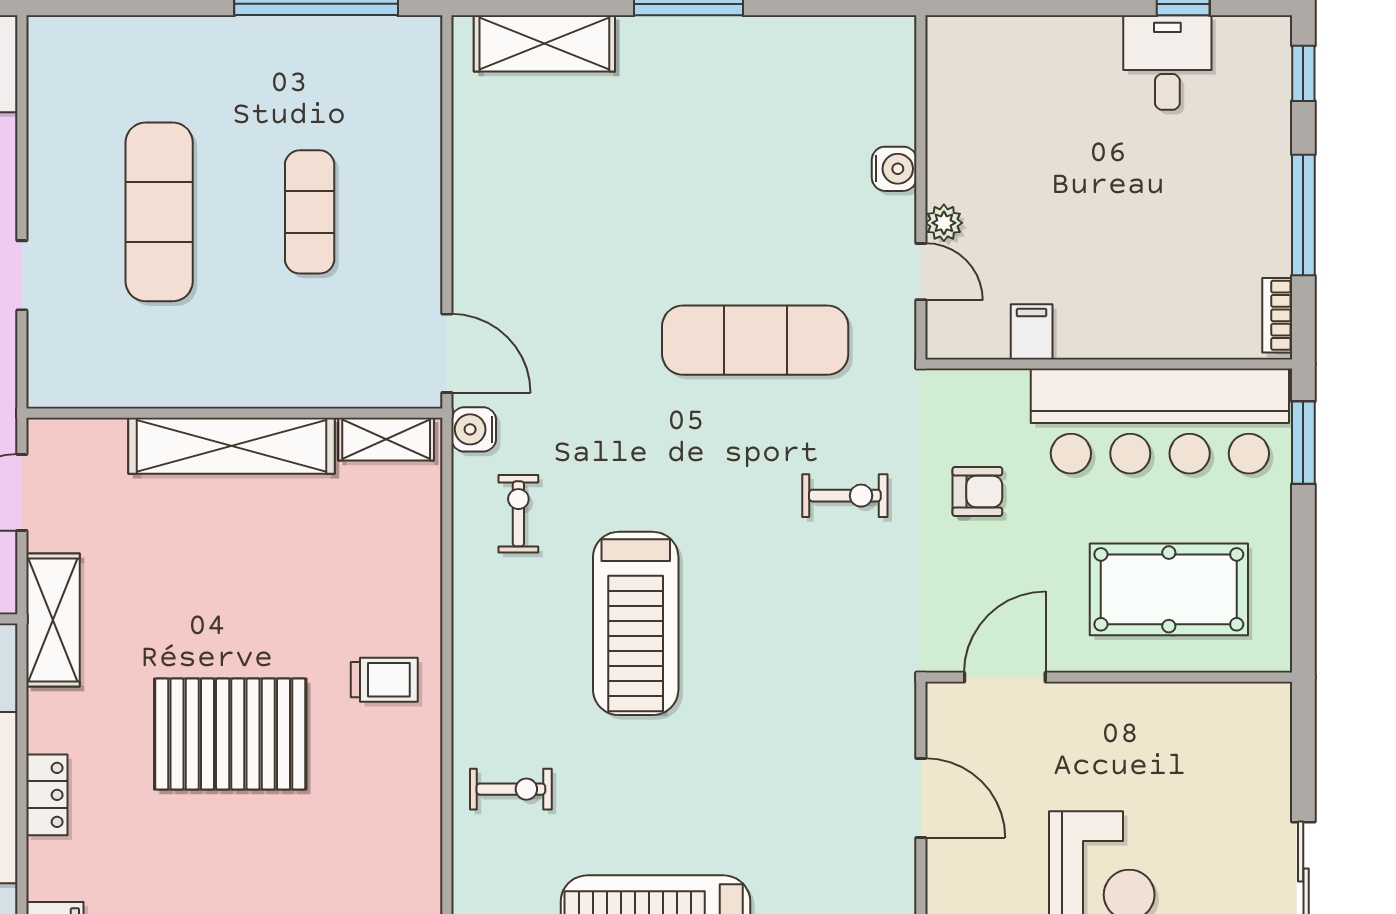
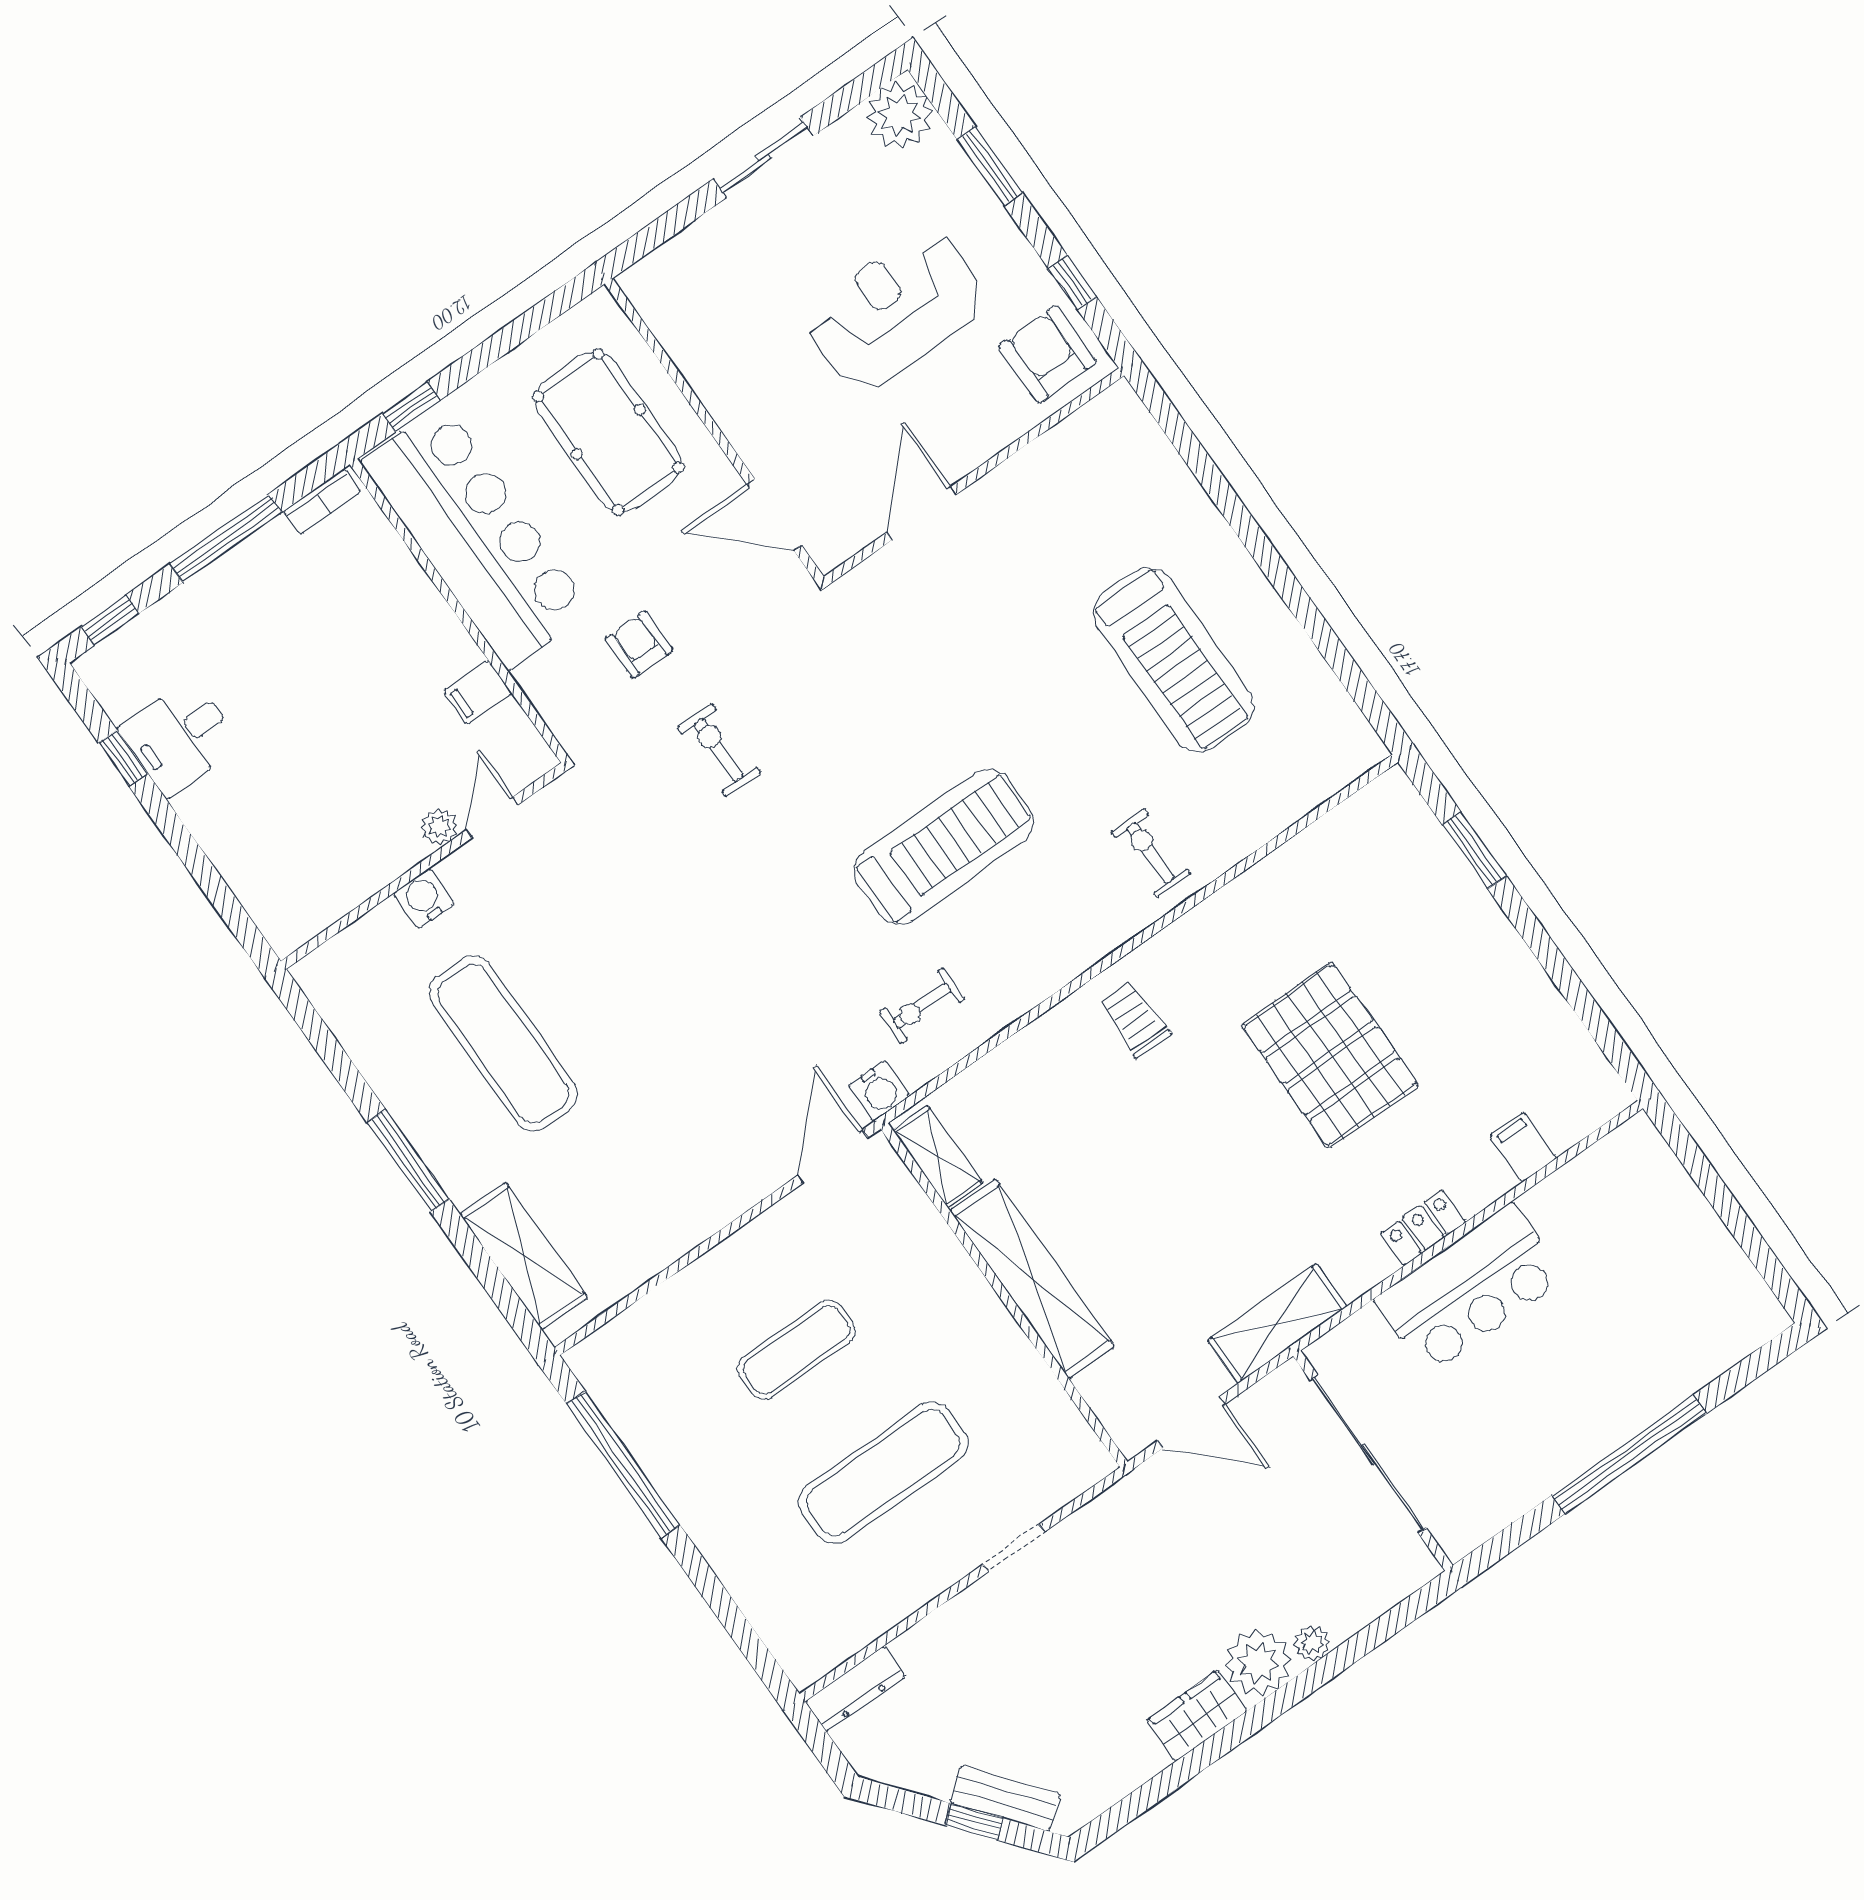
exercise mat: (755, 340) -> (503, 1044), moved
window: (1303, 443) -> (411, 407), width x0.67
pallet: (230, 734) -> (1330, 1055), moved

